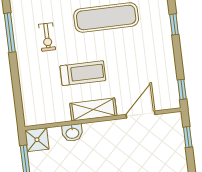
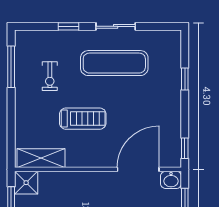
shelving: (93, 110) -> (41, 158), moved
door: (141, 115) -> (138, 169), width x1.36
washbasin: (72, 133) -> (171, 180), moved

